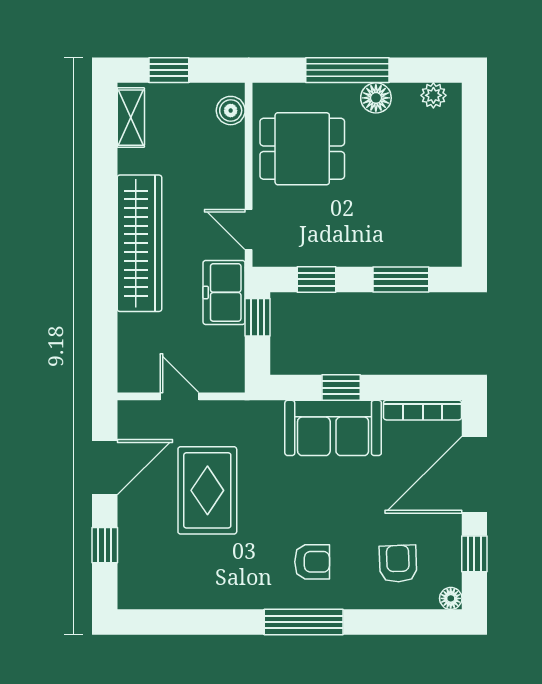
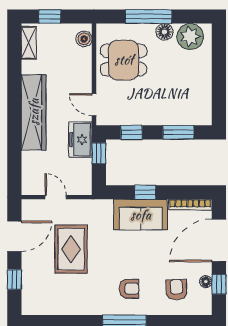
plant: (433, 95) -> (190, 37), width x1.88, depth x1.88
floor lamp: (451, 598) -> (206, 282), moved

